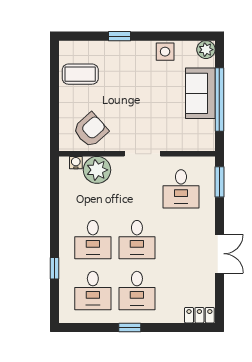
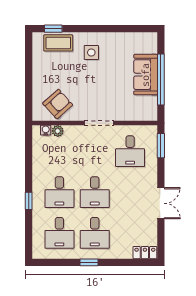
window: (120, 36) -> (53, 29), moved
plant: (206, 50) -> (150, 39), removed
side table: (165, 52) -> (91, 53), moved
coffee table: (80, 74) -> (58, 43), moved
plant: (97, 170) -> (58, 131), width x0.53, depth x0.53
window: (54, 268) -> (29, 201), moved

